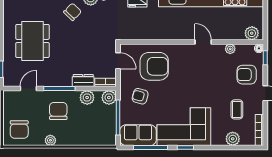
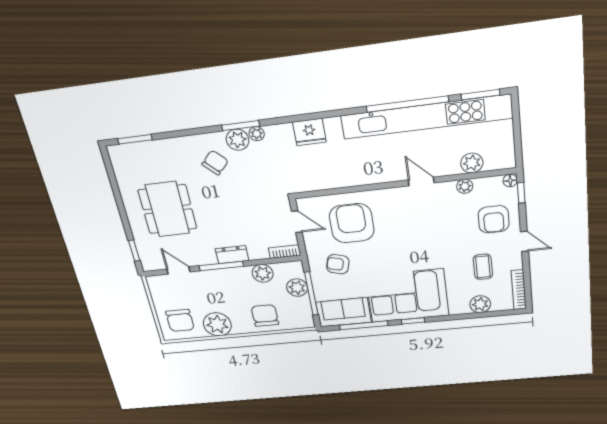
plant: (252, 33) -> (472, 163), moved
armchair: (154, 66) -> (352, 223), turned -90
armchair: (247, 75) -> (494, 219), turned -90
dresser: (83, 81) -> (232, 255), moved
door: (28, 88) -> (179, 270), hinge flipped
plant: (109, 98) -> (297, 288), moved
chair: (58, 111) -> (265, 316), moved
plant: (50, 140) -> (217, 324), width x1.87, depth x1.87

